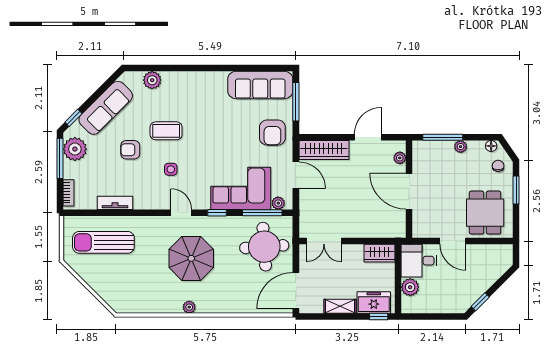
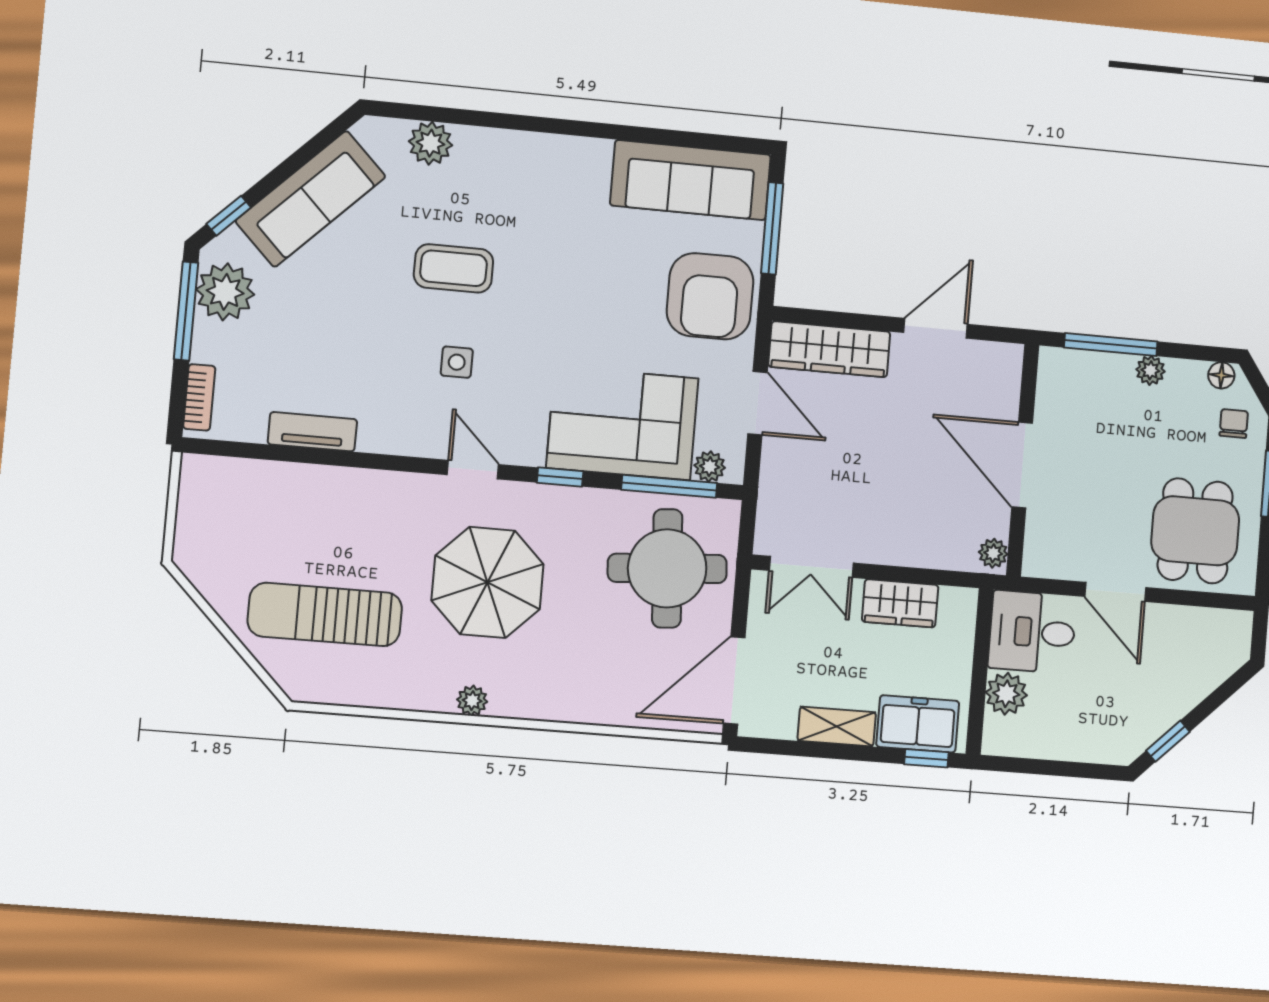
armchair: (272, 133) -> (710, 296), width x1.36, depth x1.36
armchair: (130, 150) -> (362, 306), removed
plant: (400, 158) -> (993, 553), moved
sun lounger: (103, 242) -> (325, 614), moved
wardrobe: (379, 253) -> (900, 603), moved

